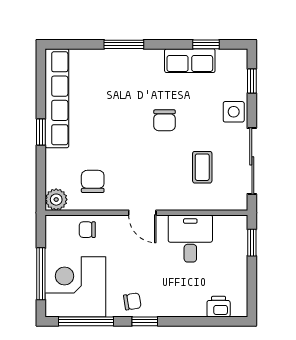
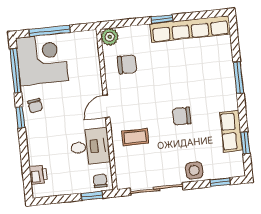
coffee table: (202, 167) -> (135, 137), moved
chair: (87, 230) -> (100, 181), moved

